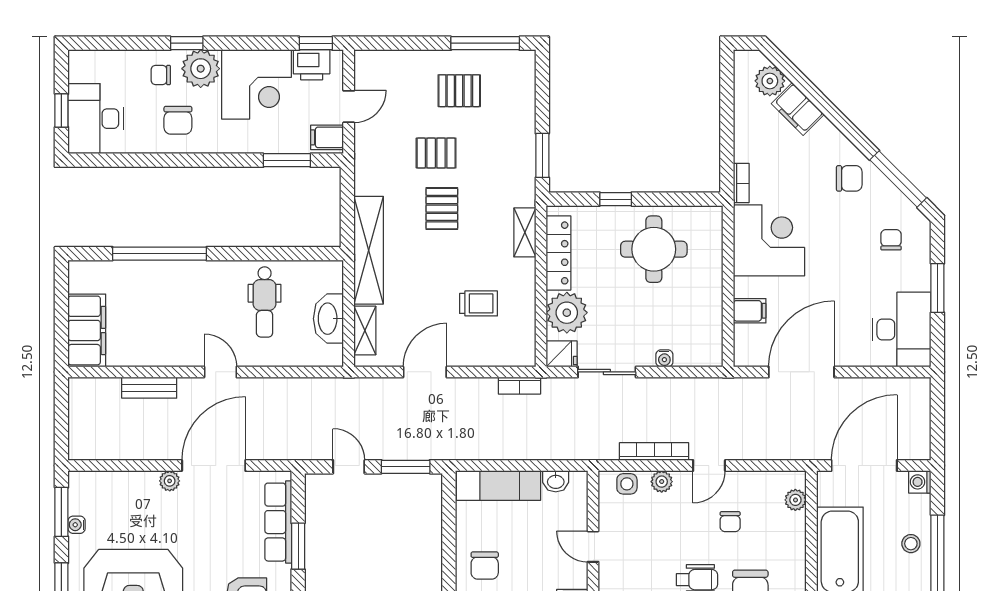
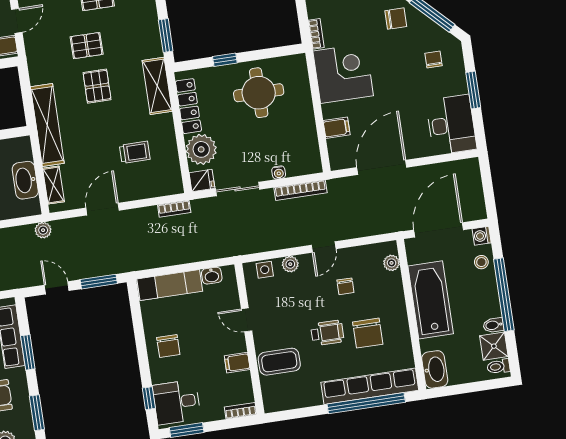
shelving: (525, 232) -> (157, 86), width x1.50, depth x1.33
plant: (342, 388) -> (43, 230), added
bookcase: (654, 451) -> (300, 190), moved, turned 180
stool: (911, 544) -> (481, 262), moved

